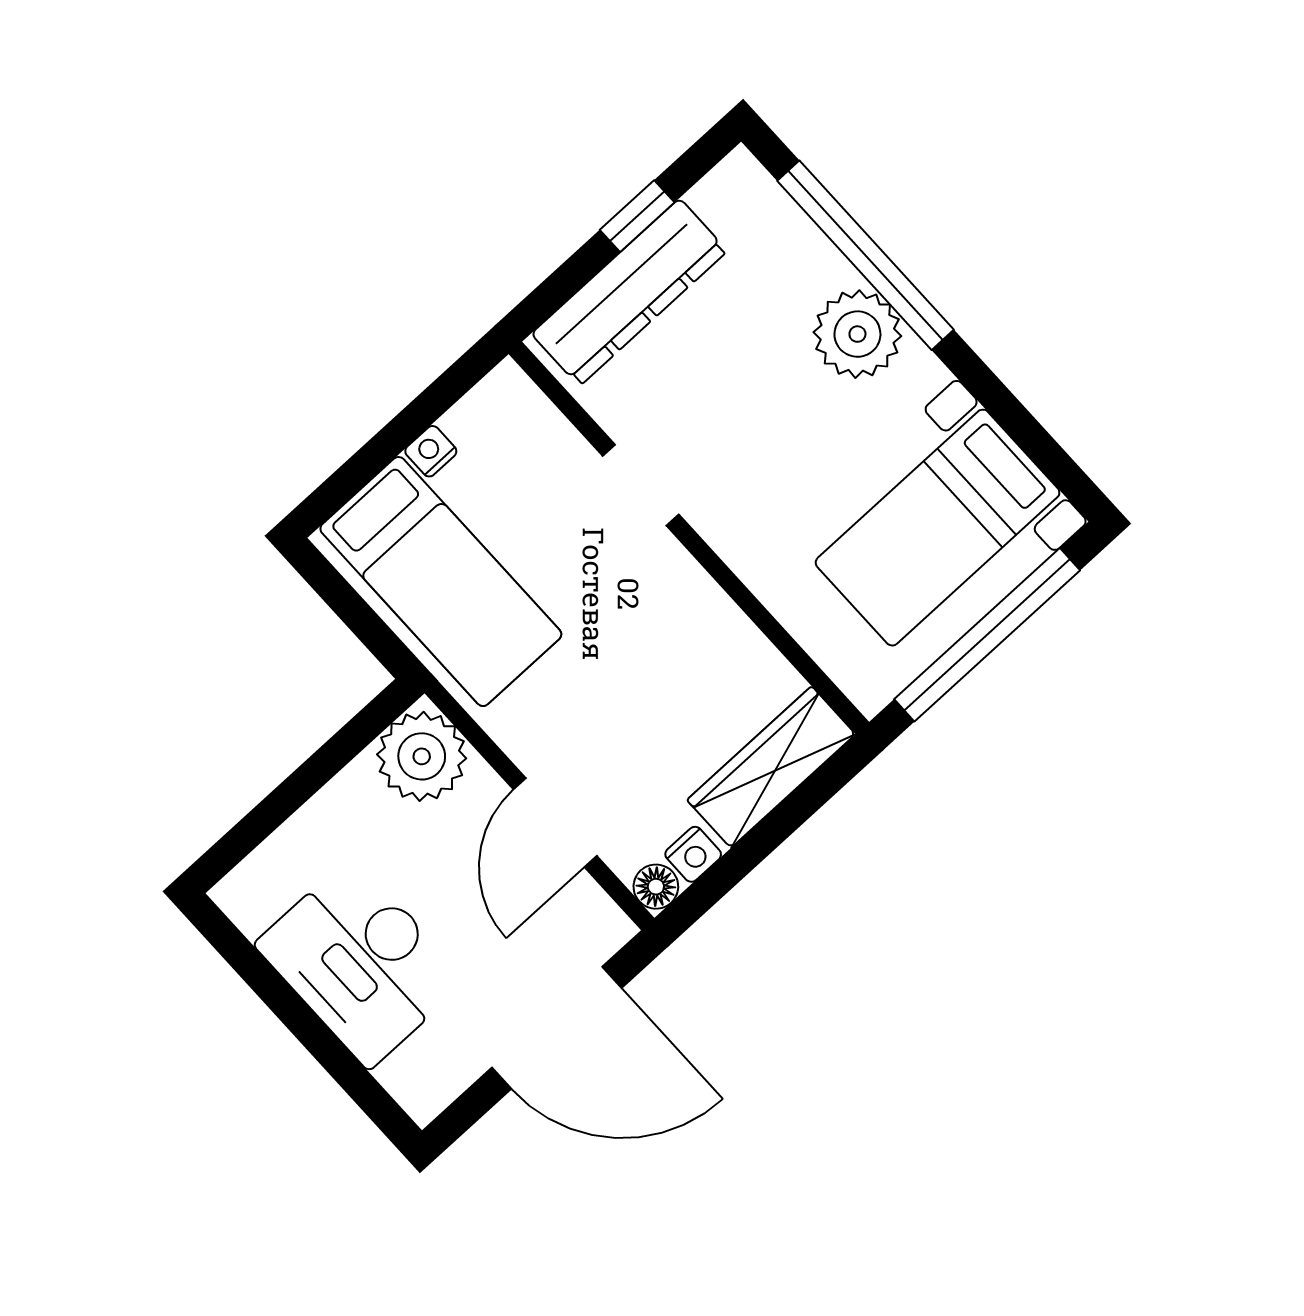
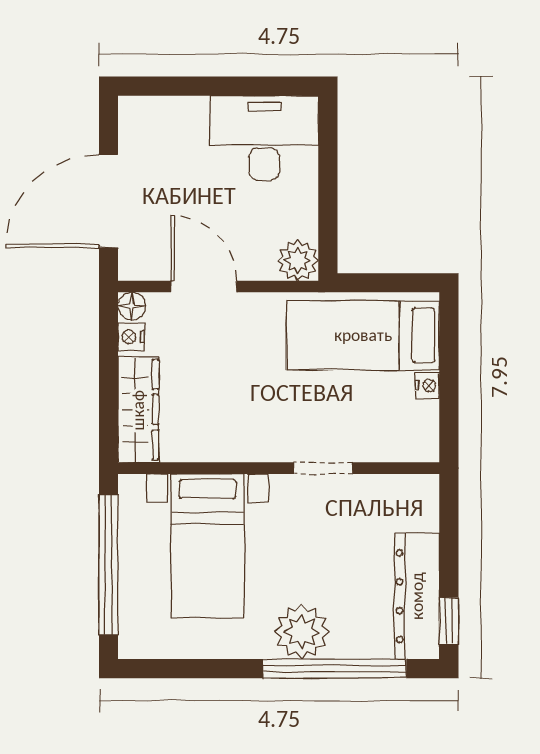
window: (637, 216) -> (449, 621), moved
dresser: (629, 292) -> (417, 596), moved
bed with nightstands: (938, 528) -> (208, 546), moved, turned 180
plant: (422, 756) -> (298, 260), width x0.73, depth x0.73
desk: (361, 962) -> (264, 138), moved

